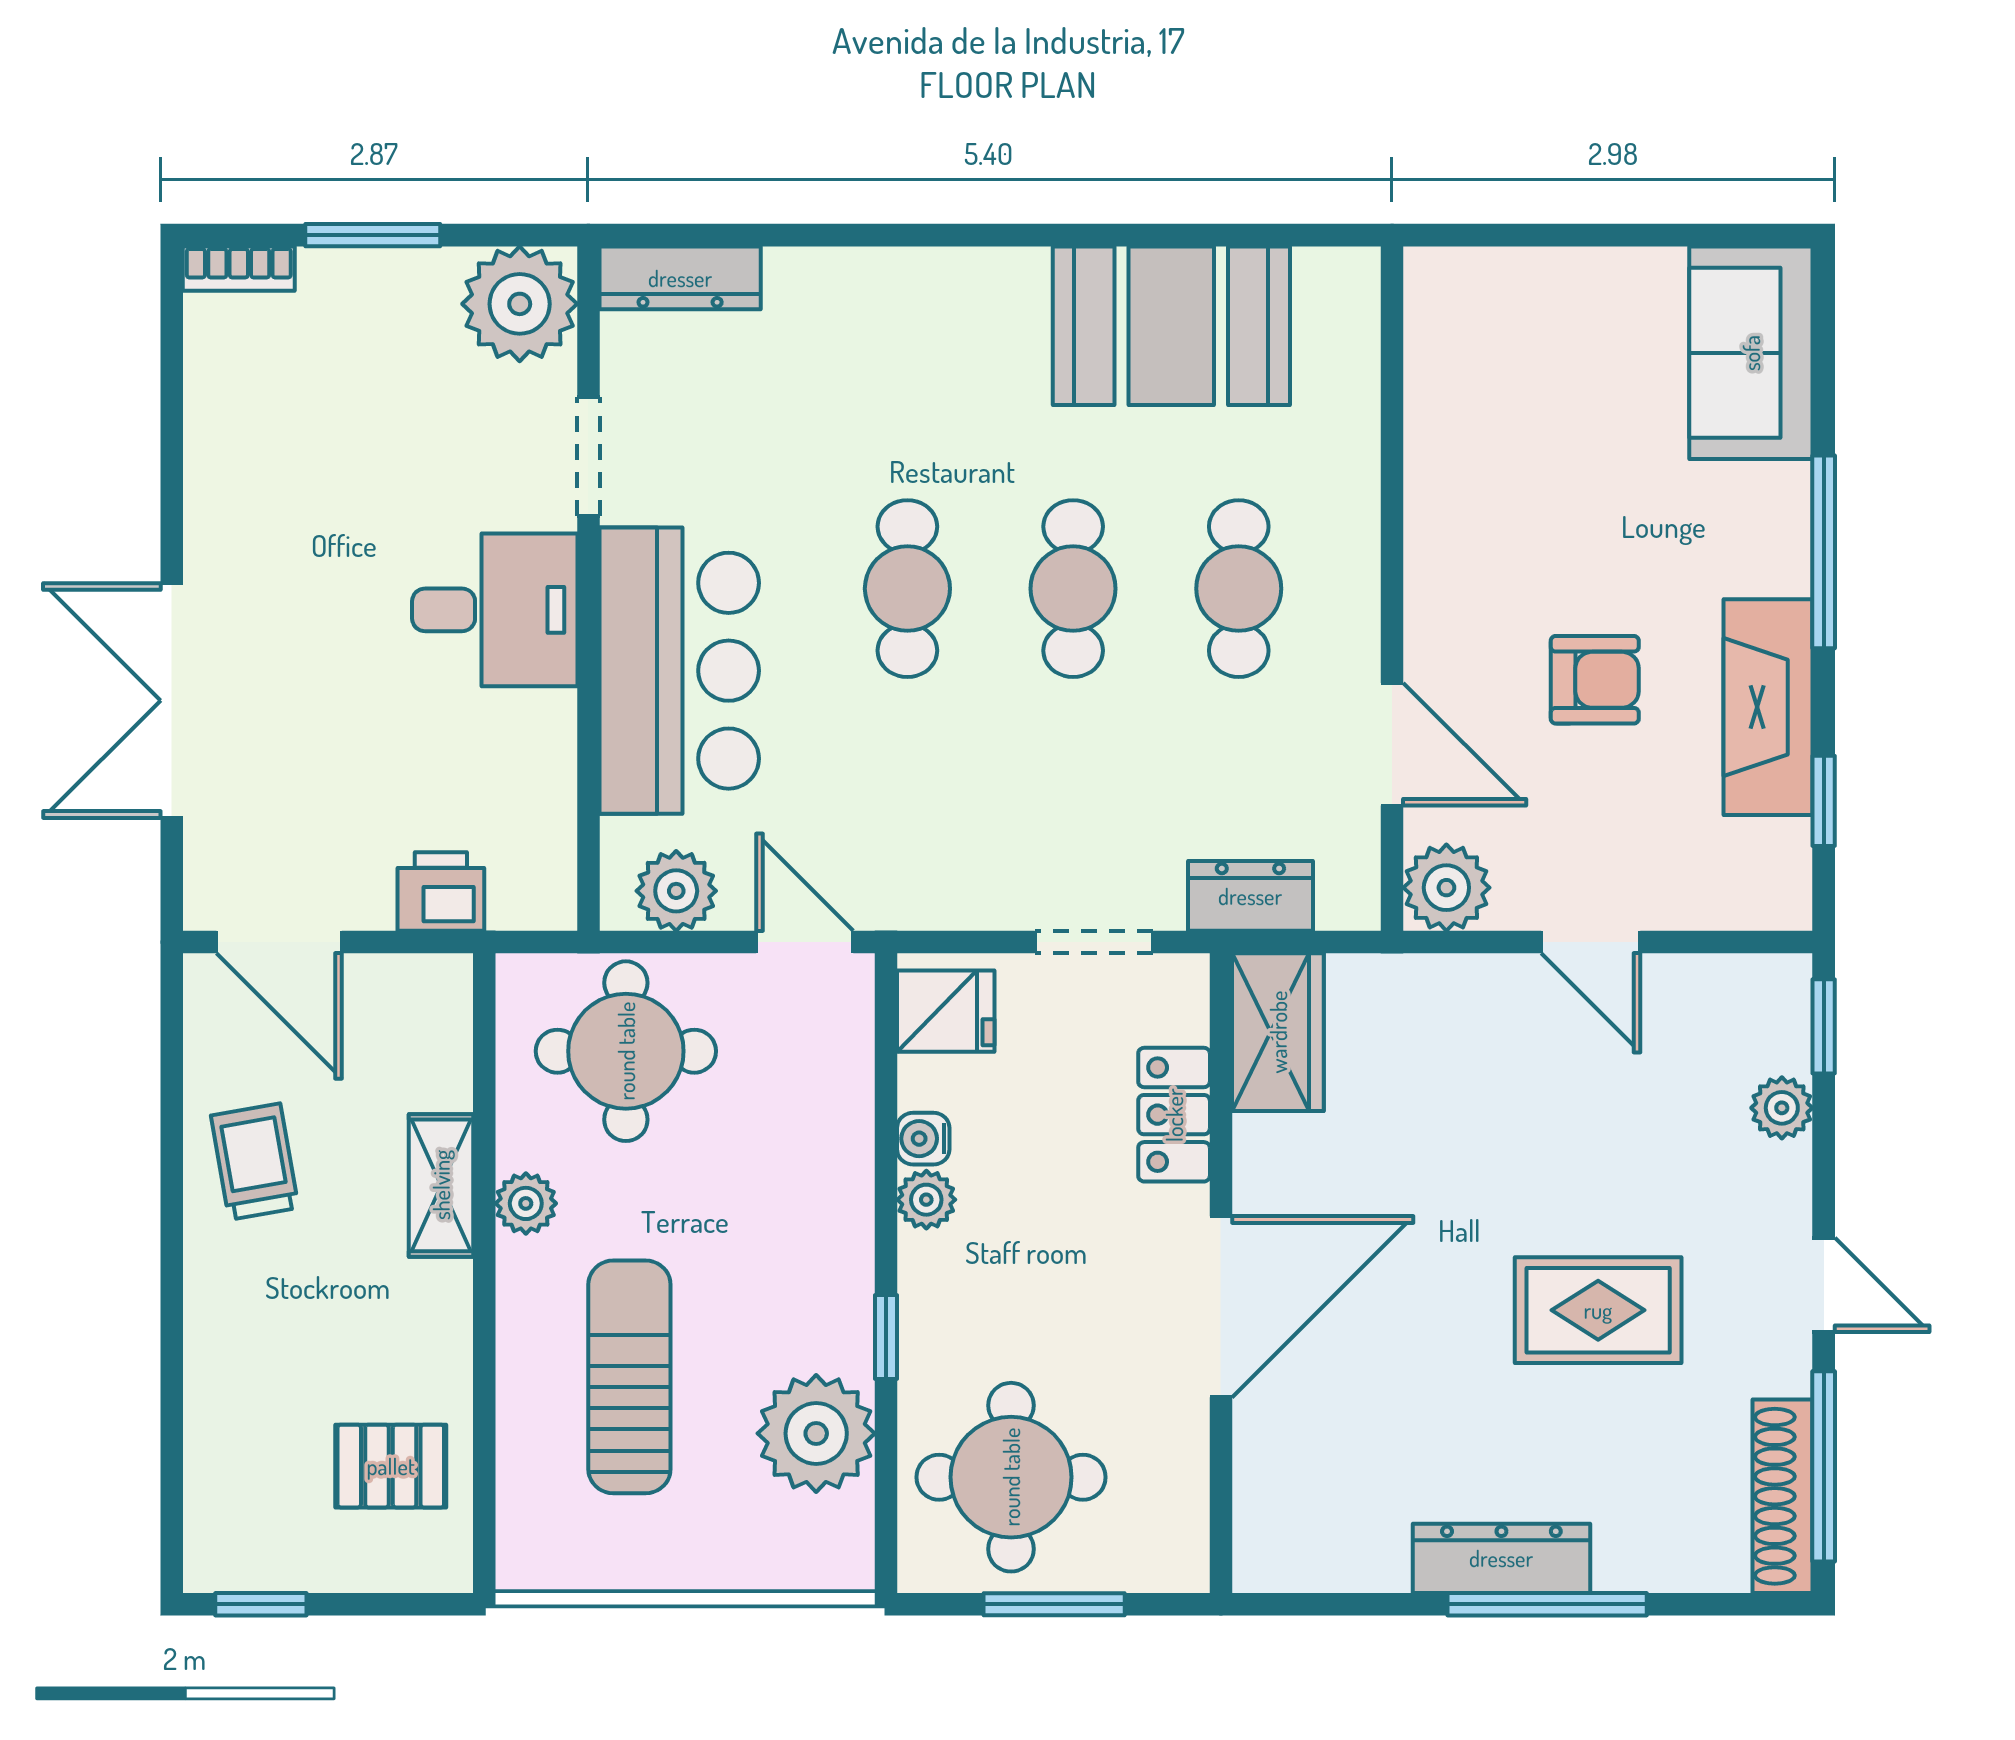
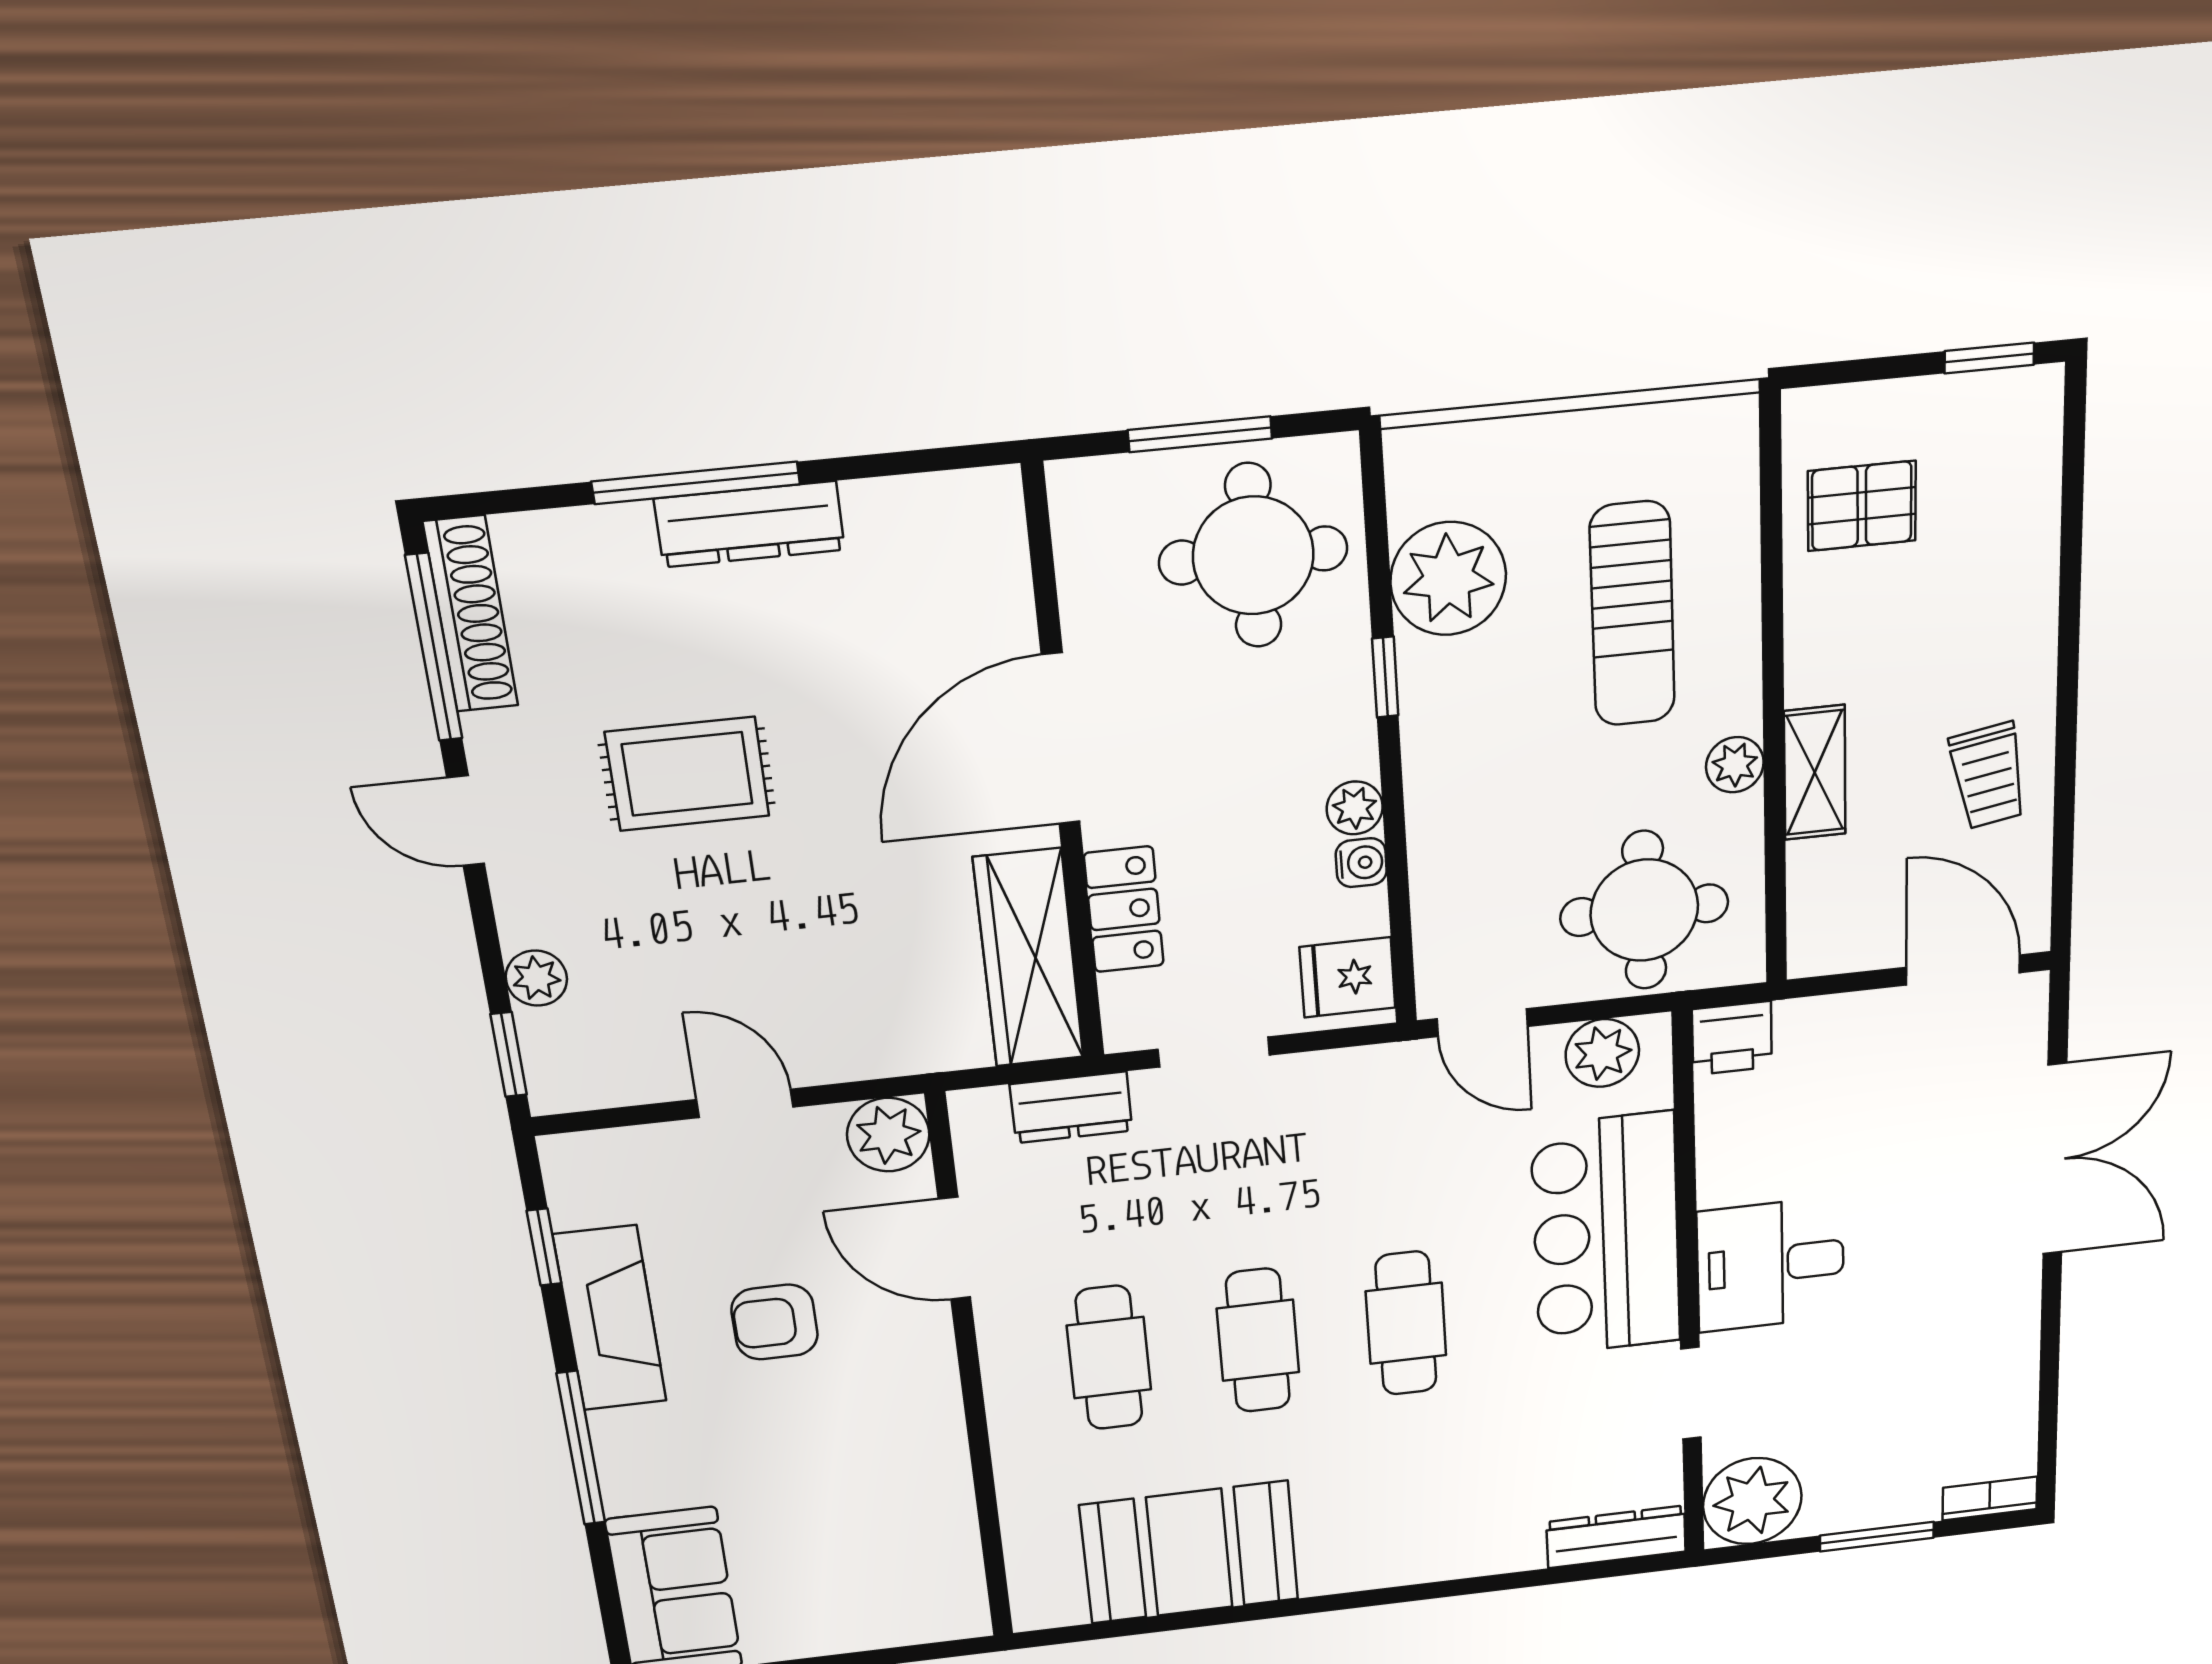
printer: (441, 892) -> (1732, 1038), moved
wardrobe: (1278, 1032) -> (1029, 958), width x1.50

